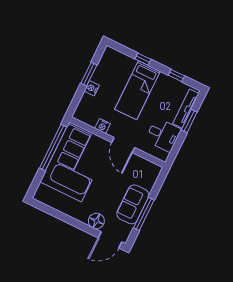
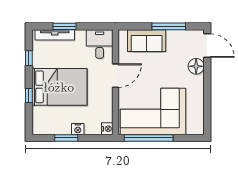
bed: (137, 90) -> (59, 87), width x1.50
nightstand: (103, 126) -> (107, 129), moved
desk: (163, 135) -> (100, 44), moved
sofa: (133, 204) -> (147, 41), moved

